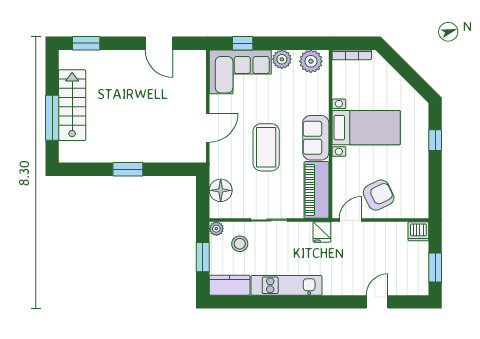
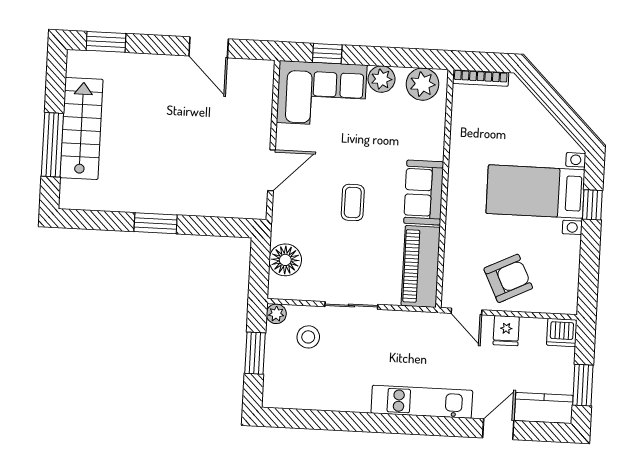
bed with nightstands: (366, 128) -> (535, 192), moved, turned 180
coffee table: (266, 147) -> (353, 202), width x0.54, depth x0.58
door: (350, 220) -> (467, 312), swing flipped
fridge: (322, 232) -> (506, 331), moved
kitchen counter: (230, 285) -> (544, 408), moved
kitchen unit: (286, 285) -> (422, 402), moved

